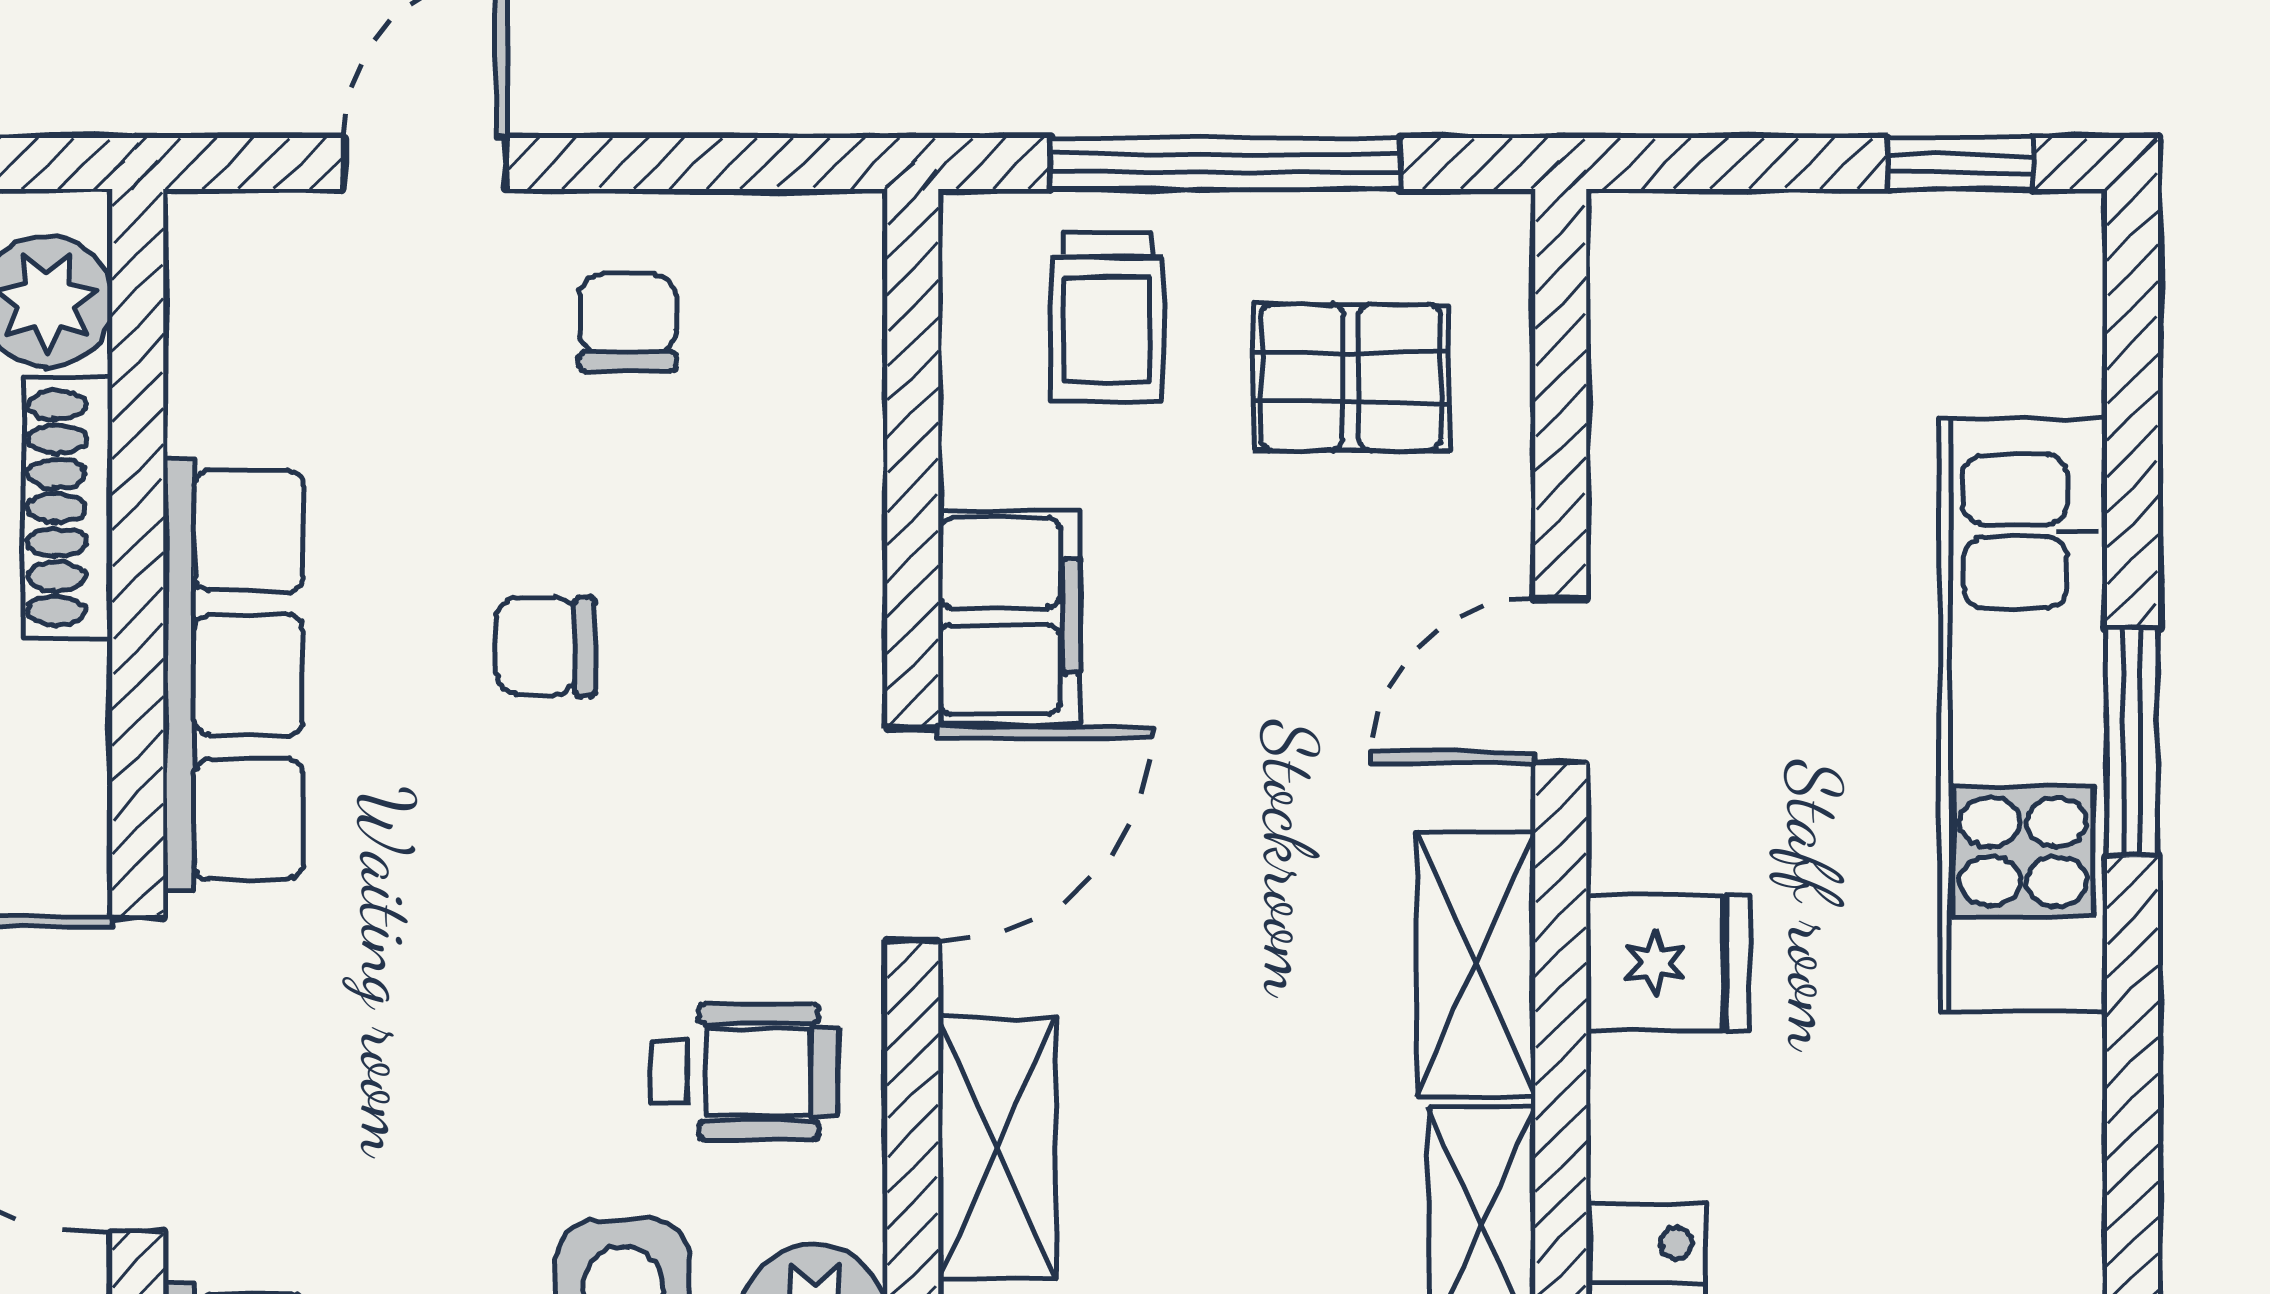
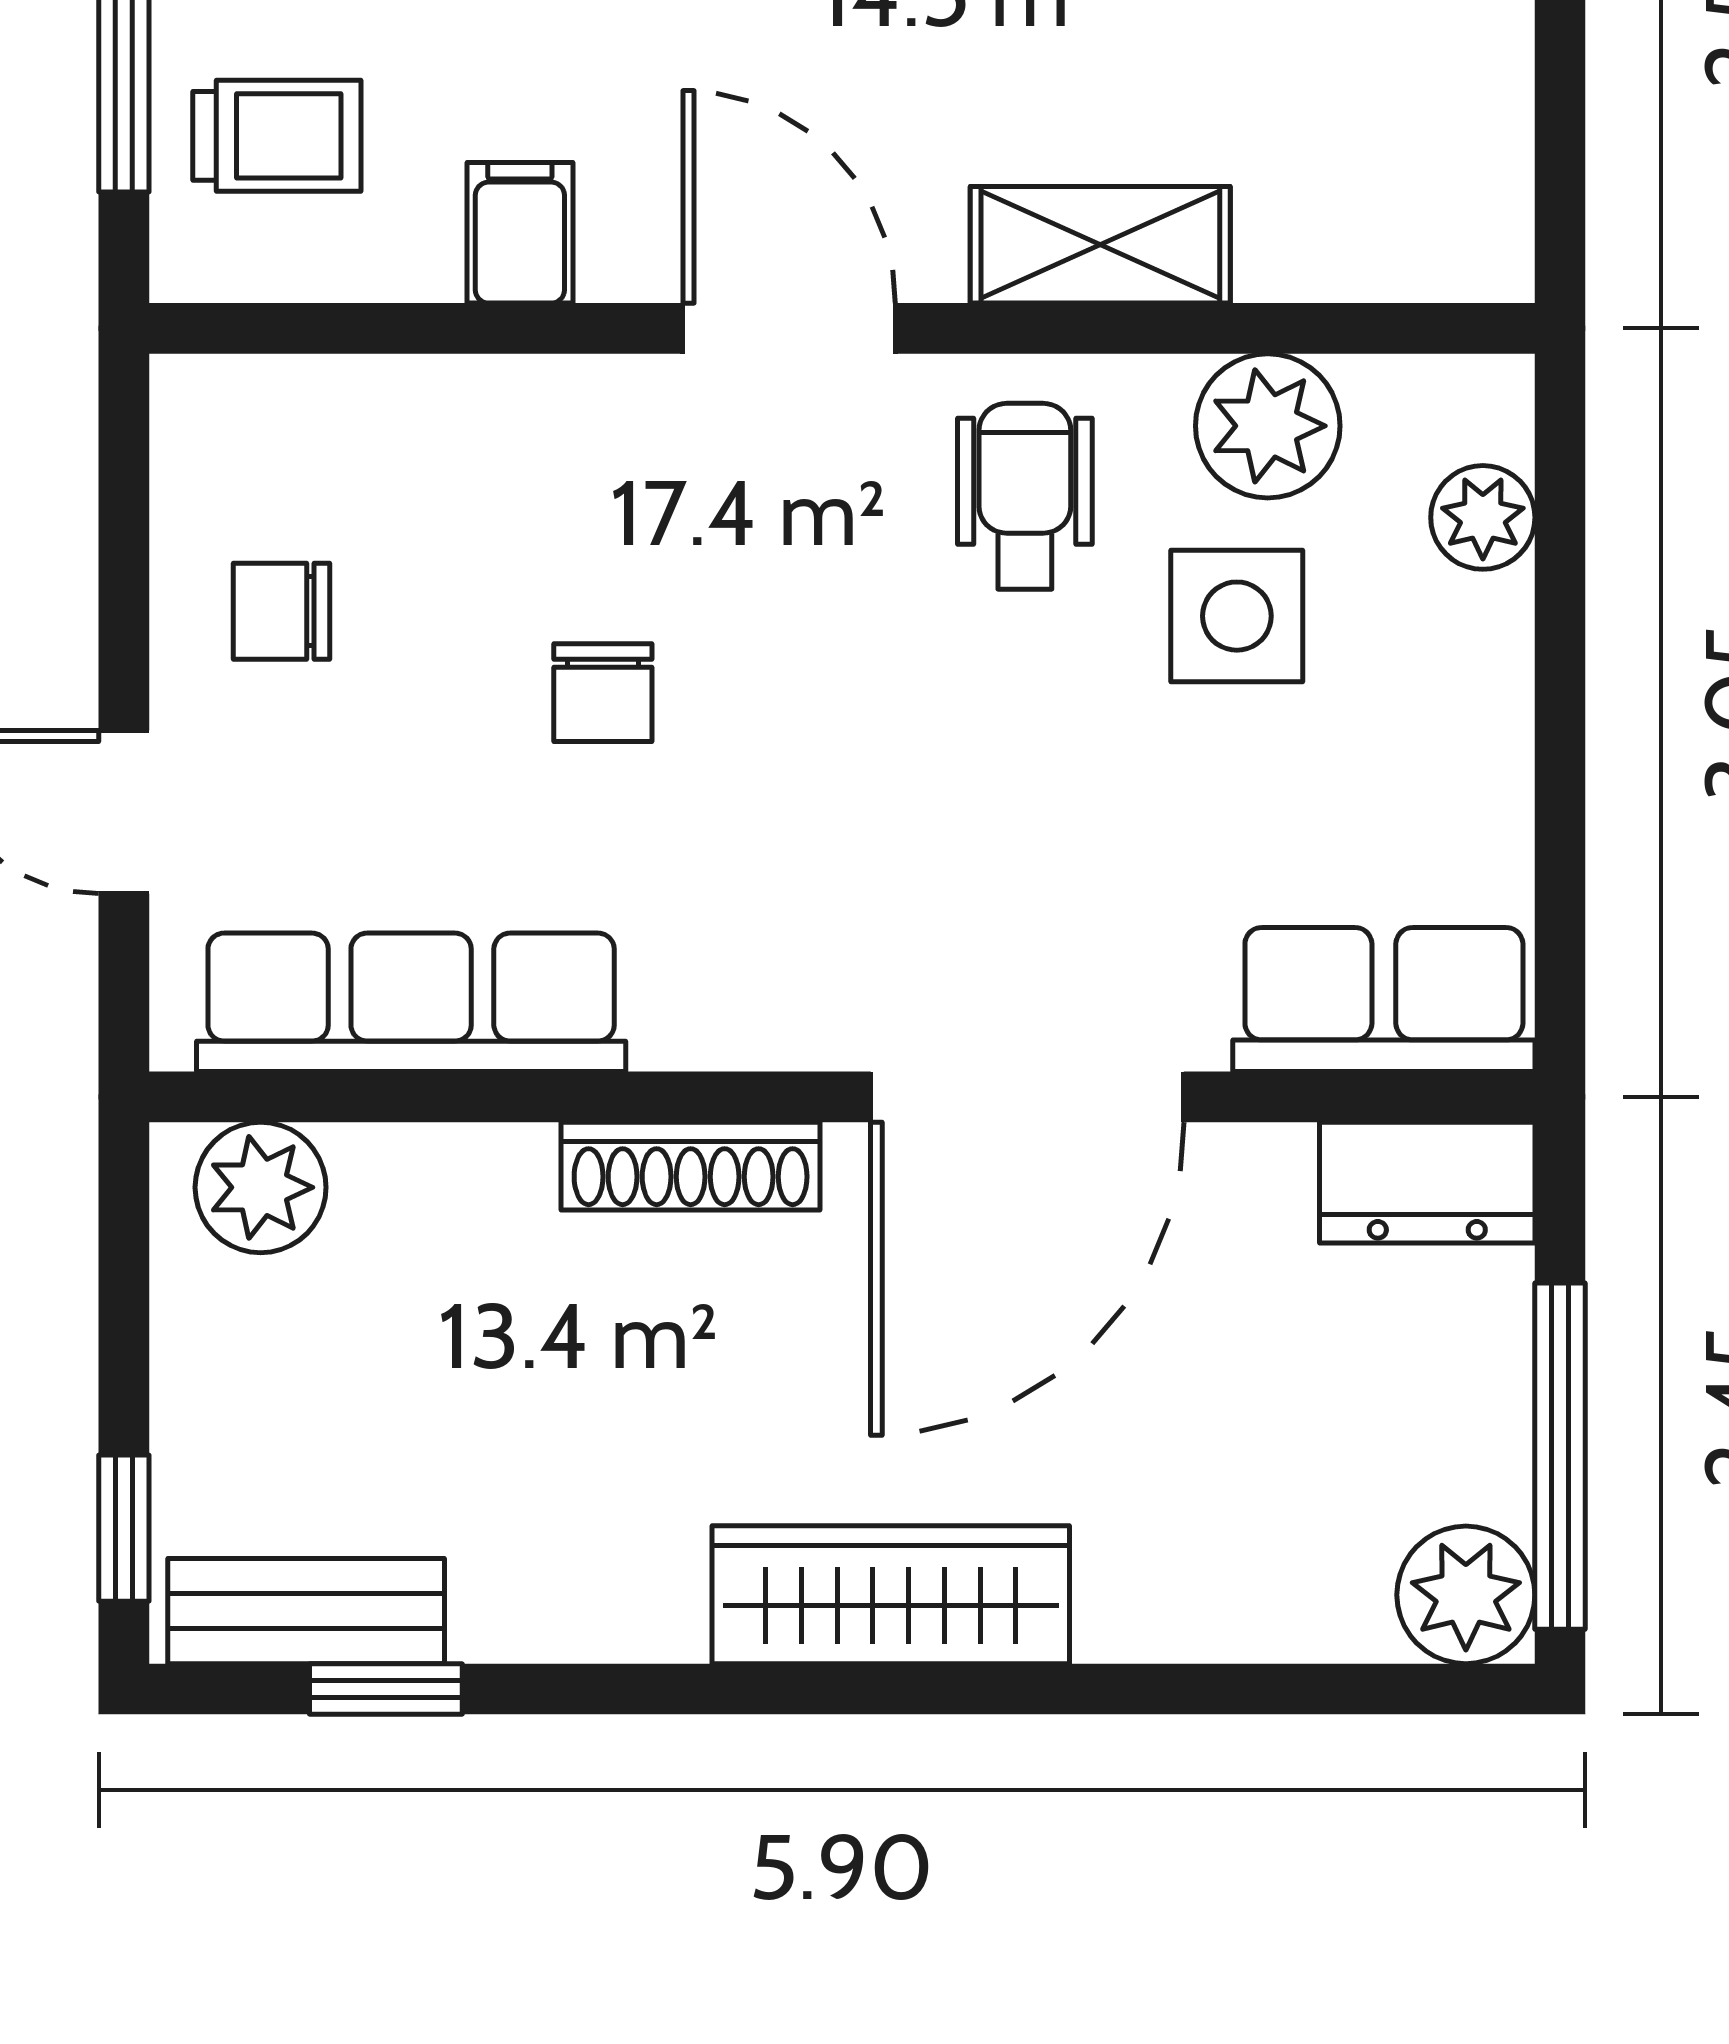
shoe rack: (68, 508) -> (691, 1166), moved
filing cabinet: (1009, 616) -> (520, 233), width x0.50
row of seats: (233, 675) -> (411, 1002), moved

